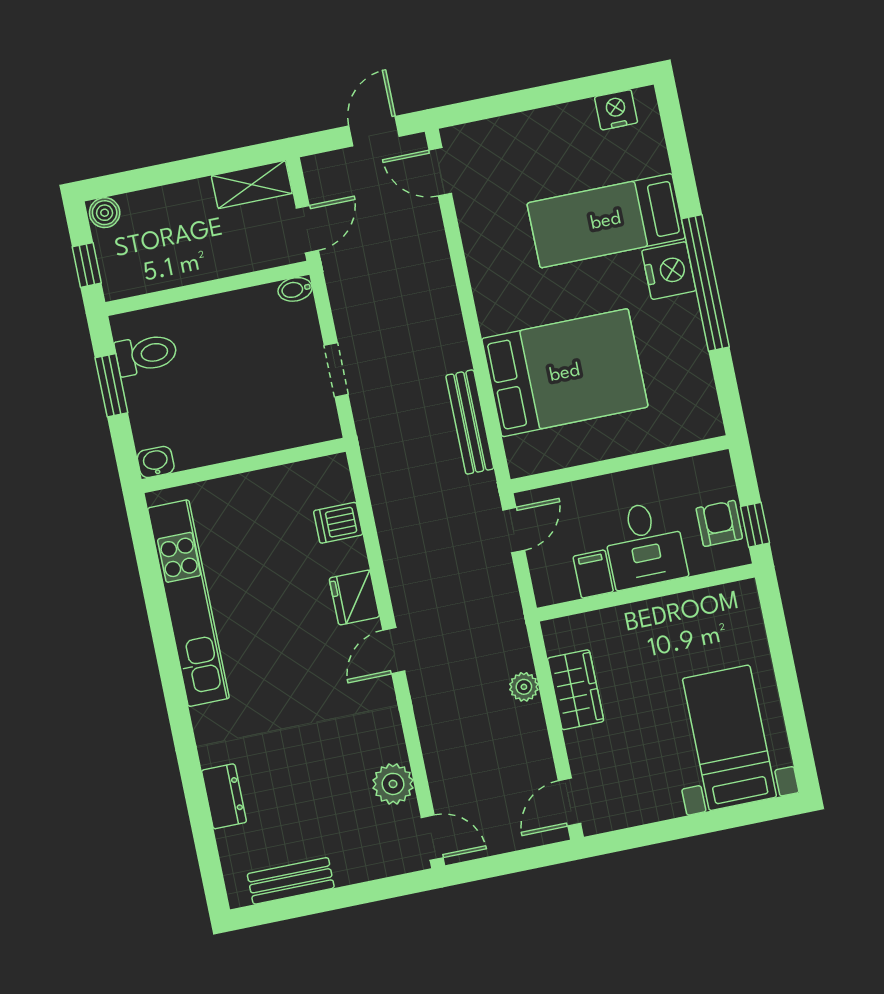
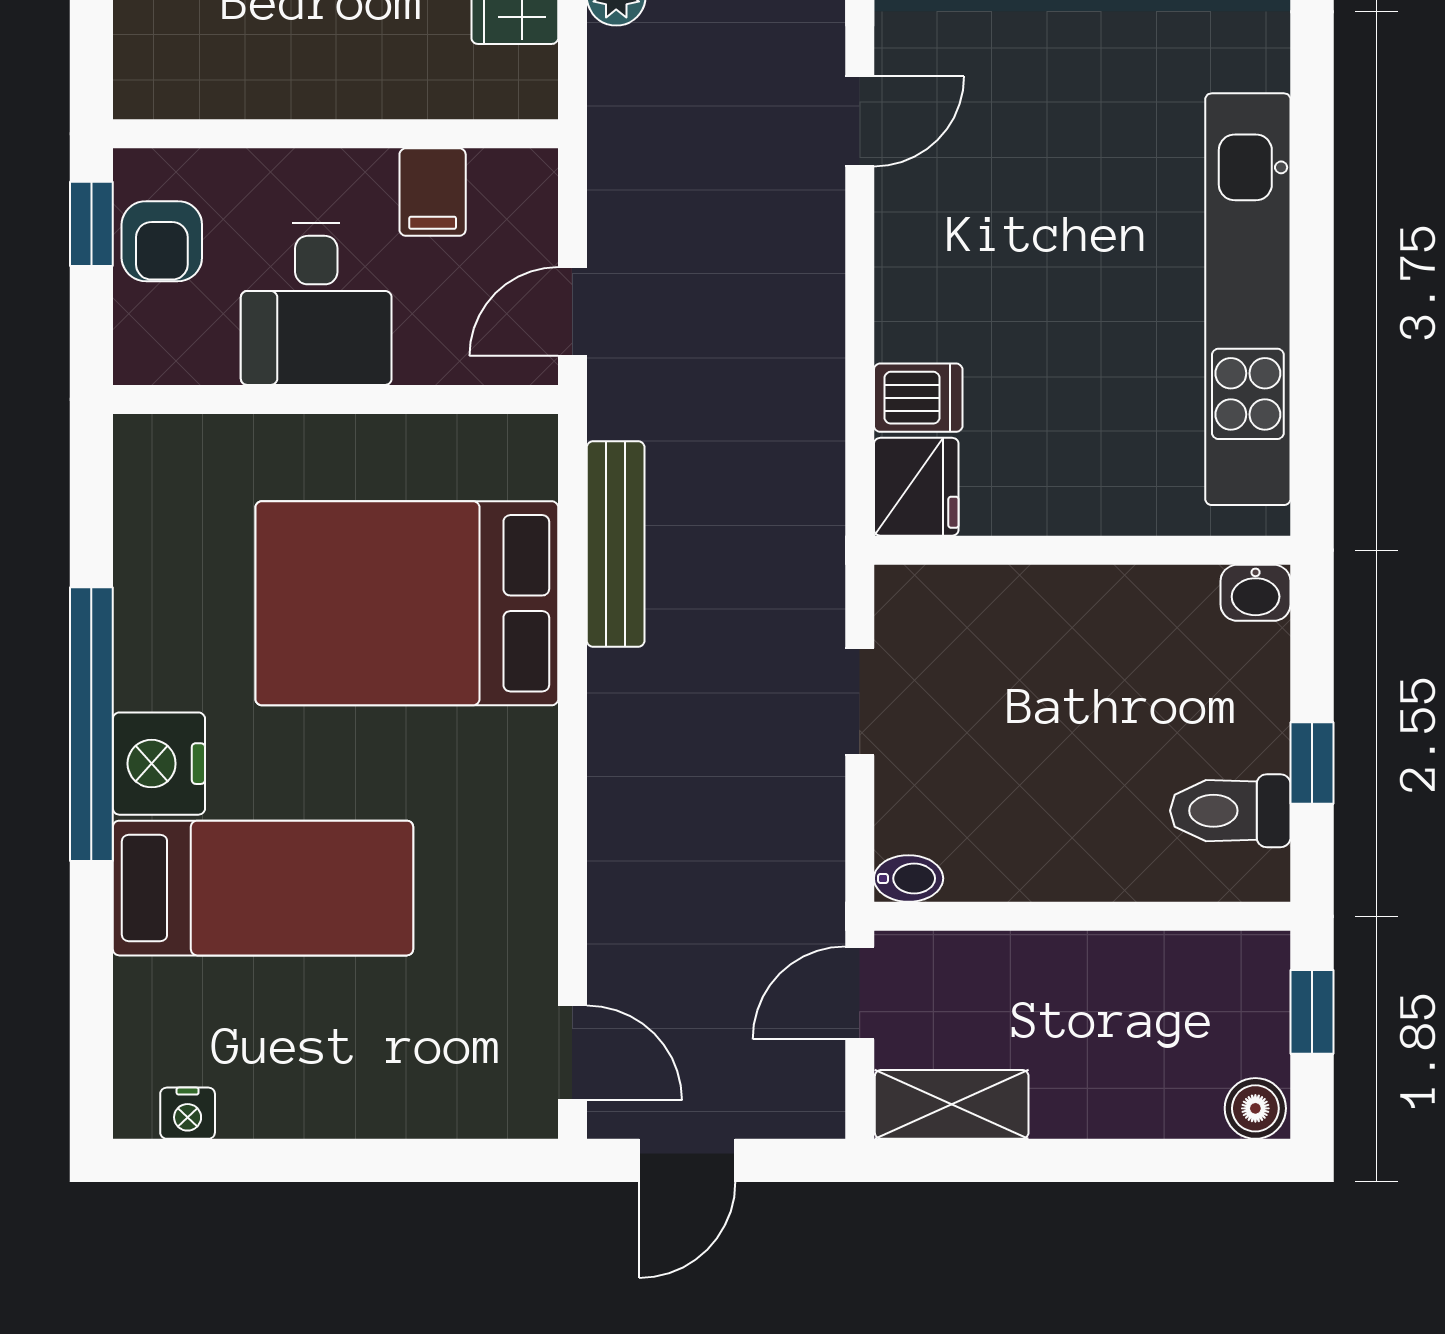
nightstand: (616, 110) -> (188, 1113), width x0.72, depth x0.74
window: (111, 385) -> (1312, 763), width x0.67
desk: (645, 545) -> (316, 304), moved, turned 180
fridge: (354, 597) -> (916, 487), moved

